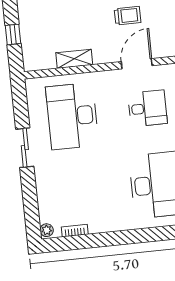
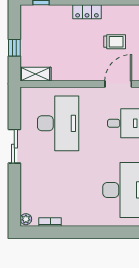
shelving: (74, 59) -> (36, 74), moved
desk: (72, 116) -> (58, 123), turned 180

